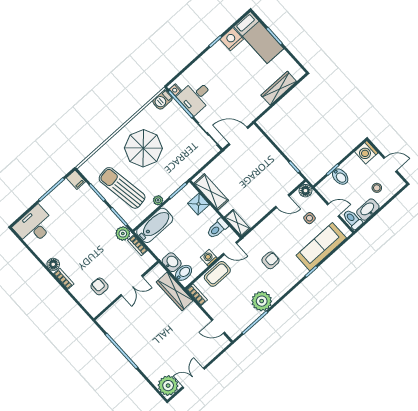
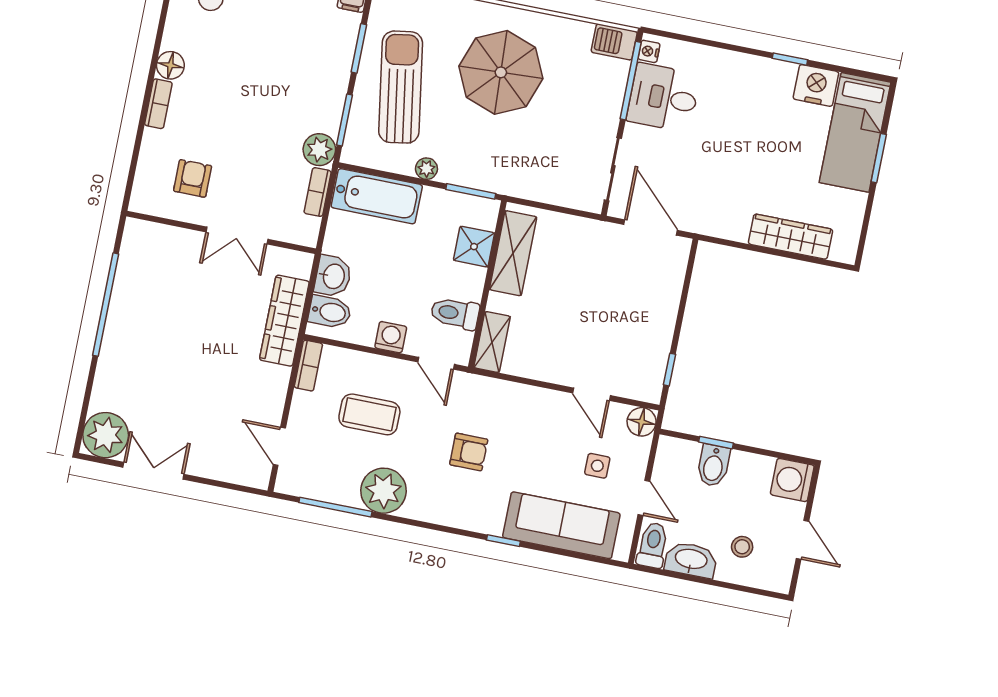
coffee table: (217, 274) -> (369, 414), moved

